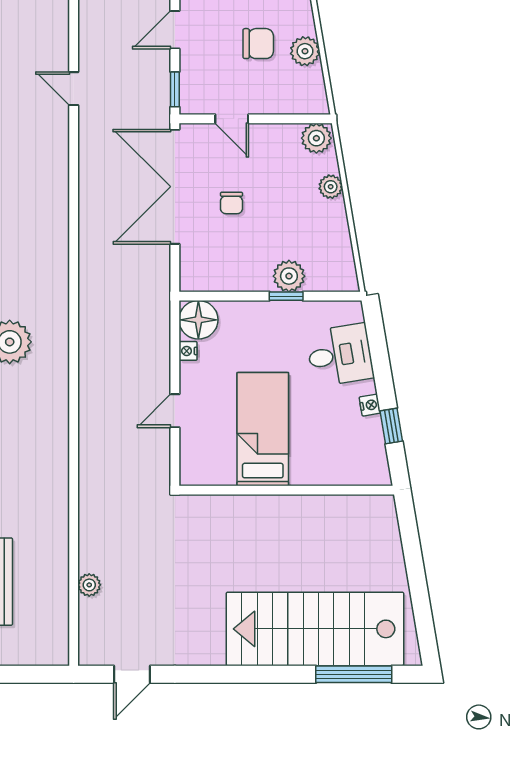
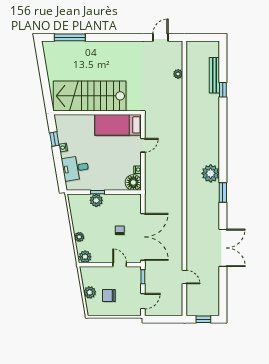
bed: (263, 429) -> (118, 125), moved, turned 90
stairs: (315, 629) -> (90, 96), moved, turned 180

